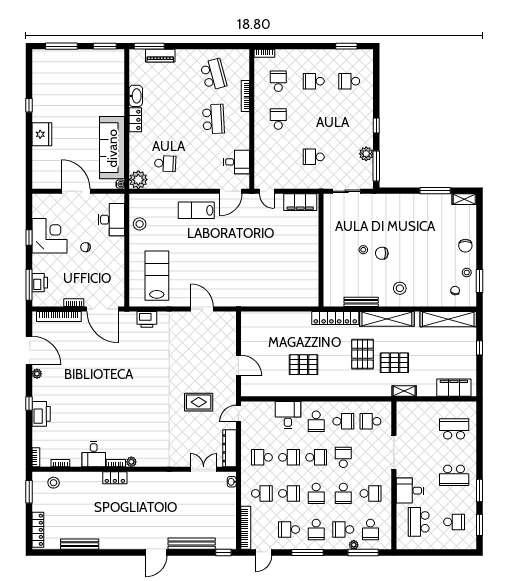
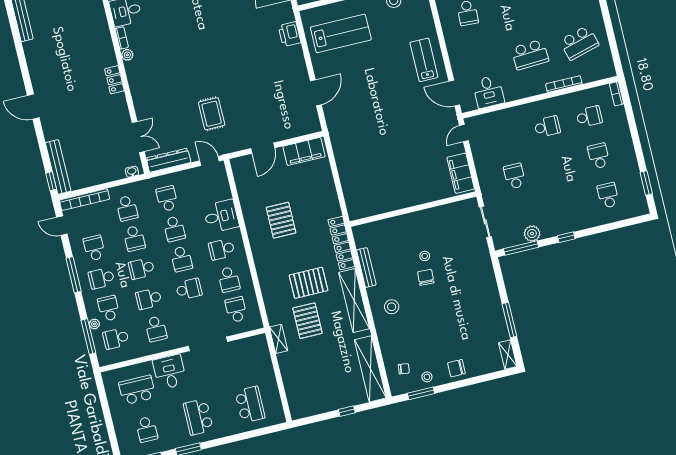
filing cabinet: (454, 388) -> (304, 151), moved, turned 90
locker: (115, 478) -> (114, 80), moved
bench: (192, 544) -> (58, 167), moved

